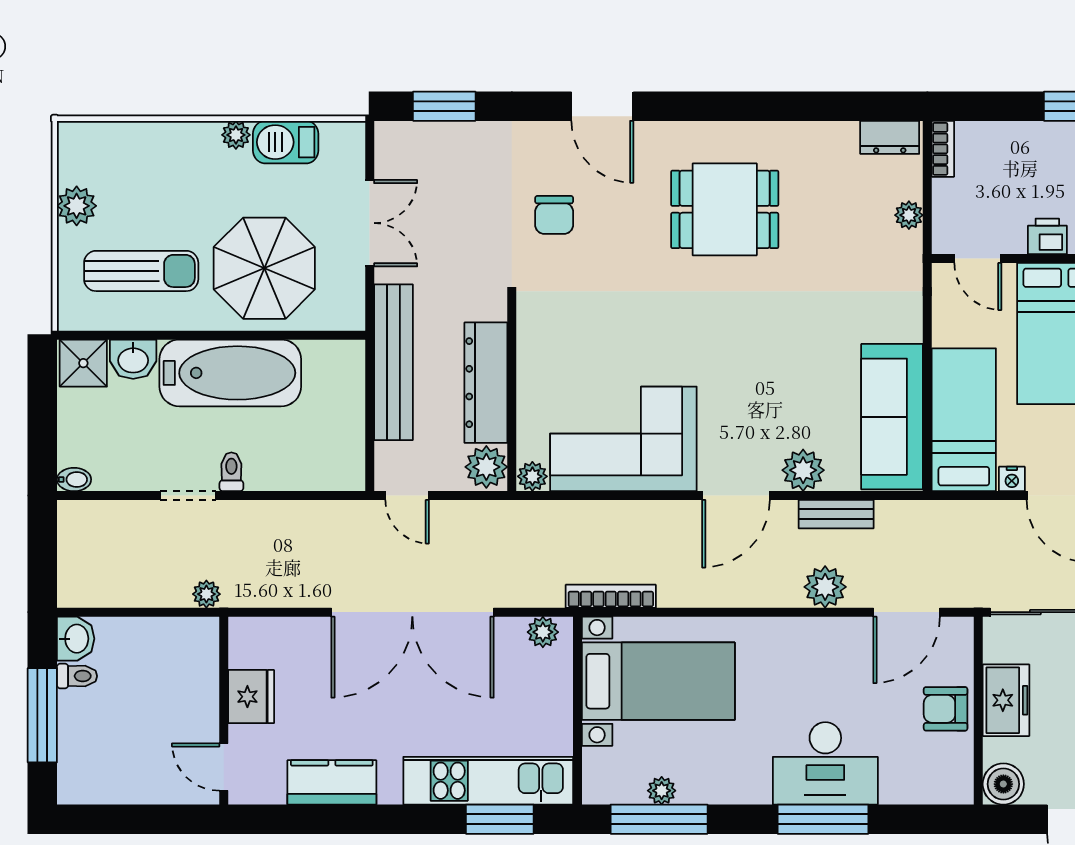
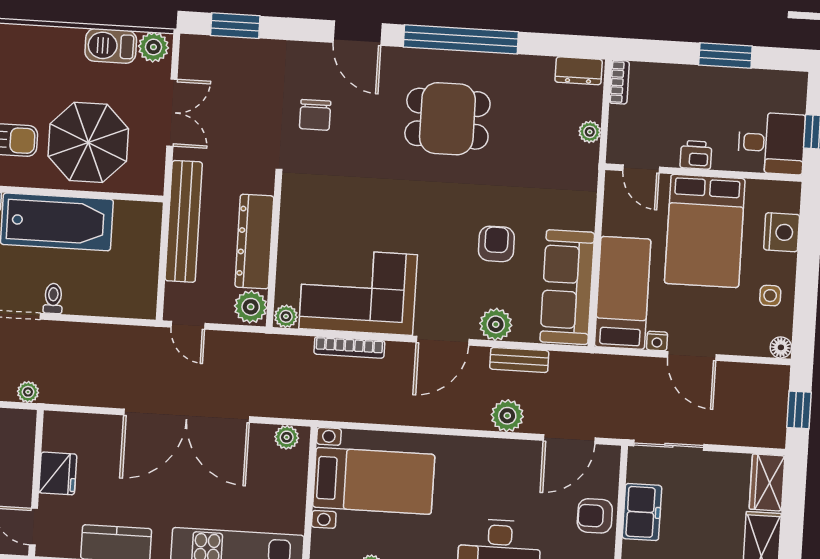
window: (736, 106) -> (461, 39), added
plant: (236, 135) -> (153, 47), moved, width x1.38, depth x1.38
armchair: (797, 367) -> (496, 244), added
bookcase: (611, 596) -> (349, 347), moved, turned 180

